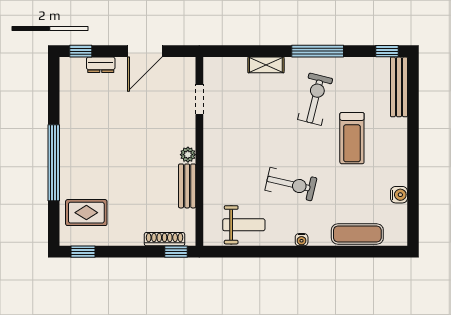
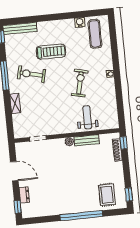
weight bench: (244, 225) -> (87, 117), moved
exercise mat: (357, 234) -> (95, 34), moved

